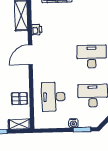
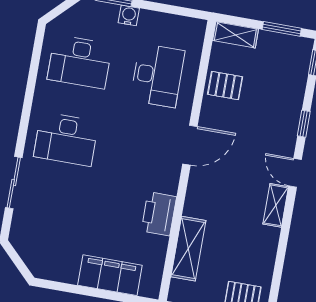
printer: (37, 29) -> (159, 214), width x1.87, depth x1.48
door: (30, 55) -> (190, 145), moved

